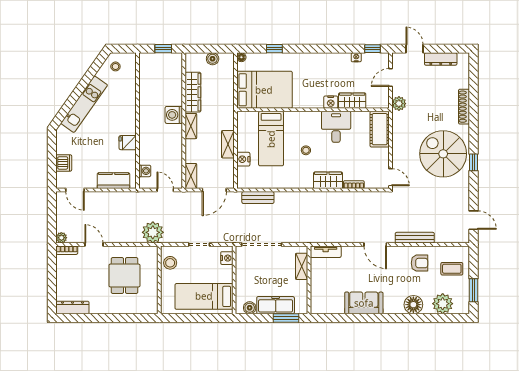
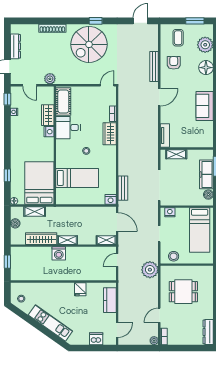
cot: (380, 129) -> (63, 101), moved, turned 90
shelving: (228, 144) -> (35, 211), moved
nightstand: (243, 159) -> (111, 199), moved
washing machine: (145, 171) -> (102, 276), removed

